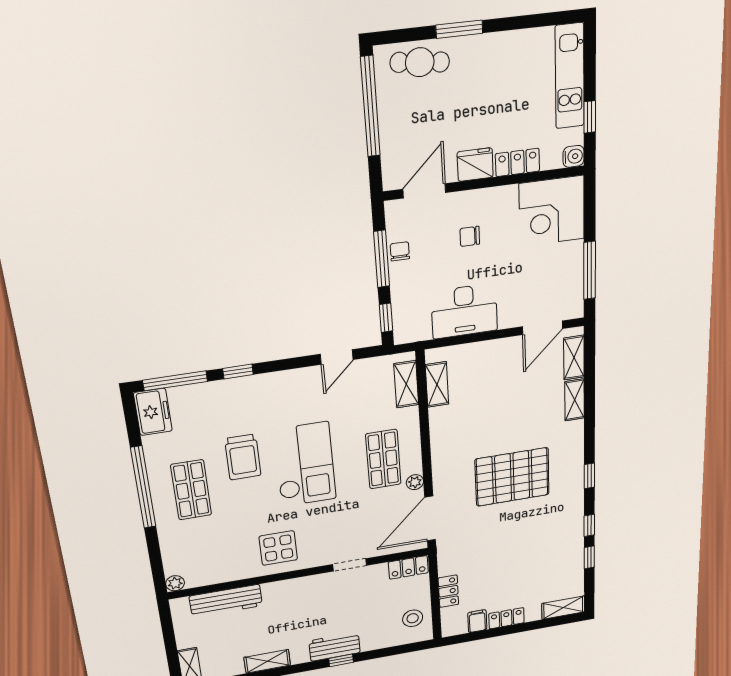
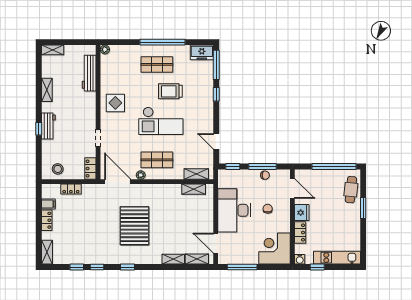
desk: (464, 311) -> (234, 210), width x1.36, depth x1.30

